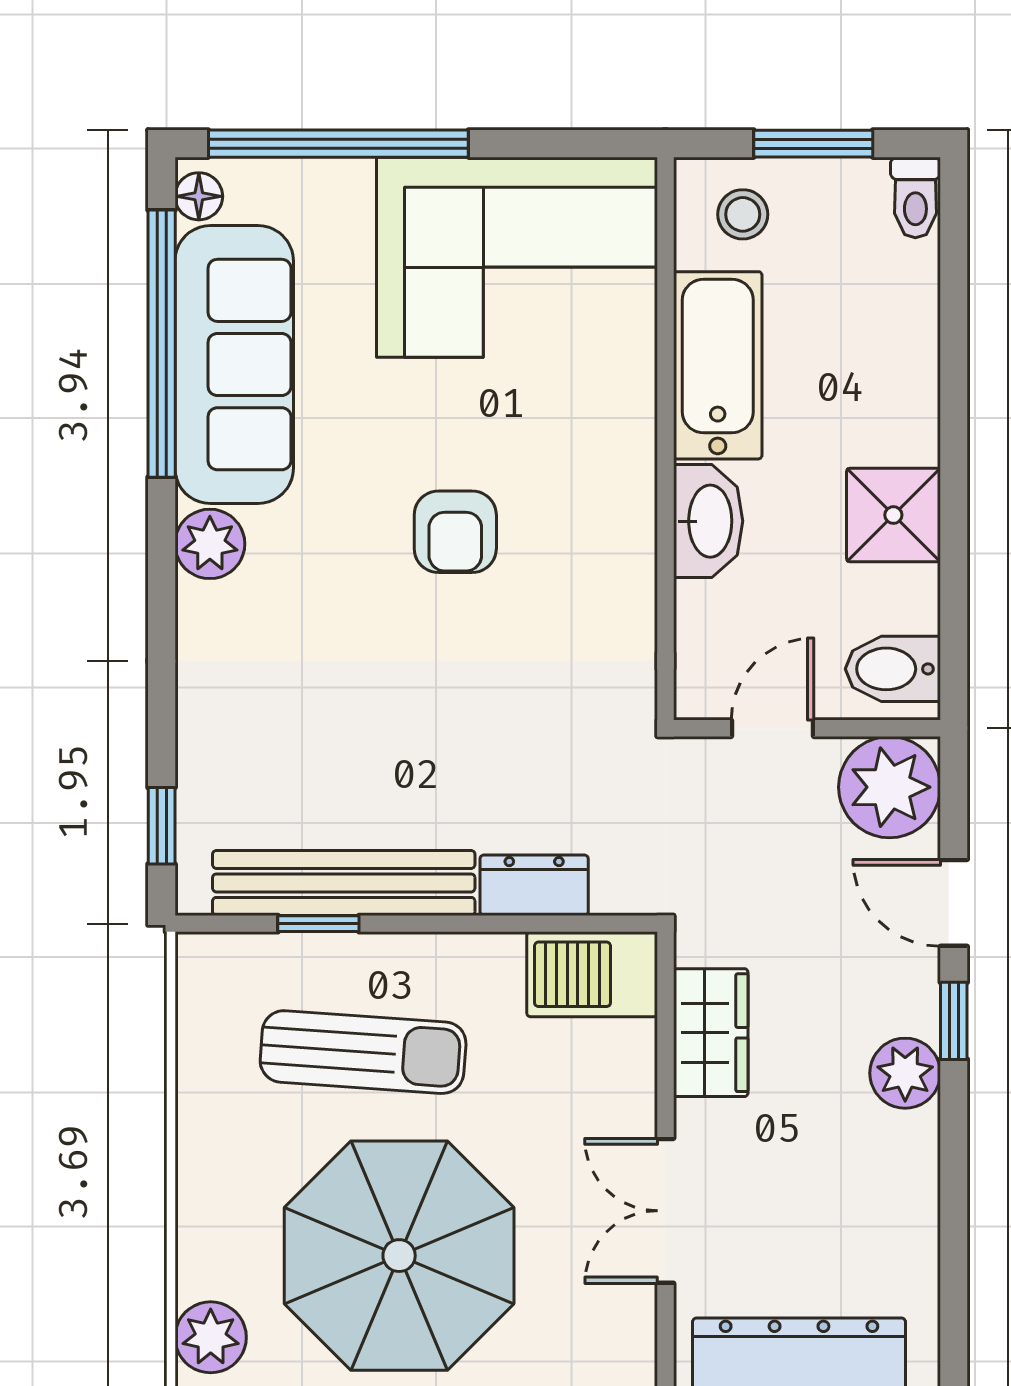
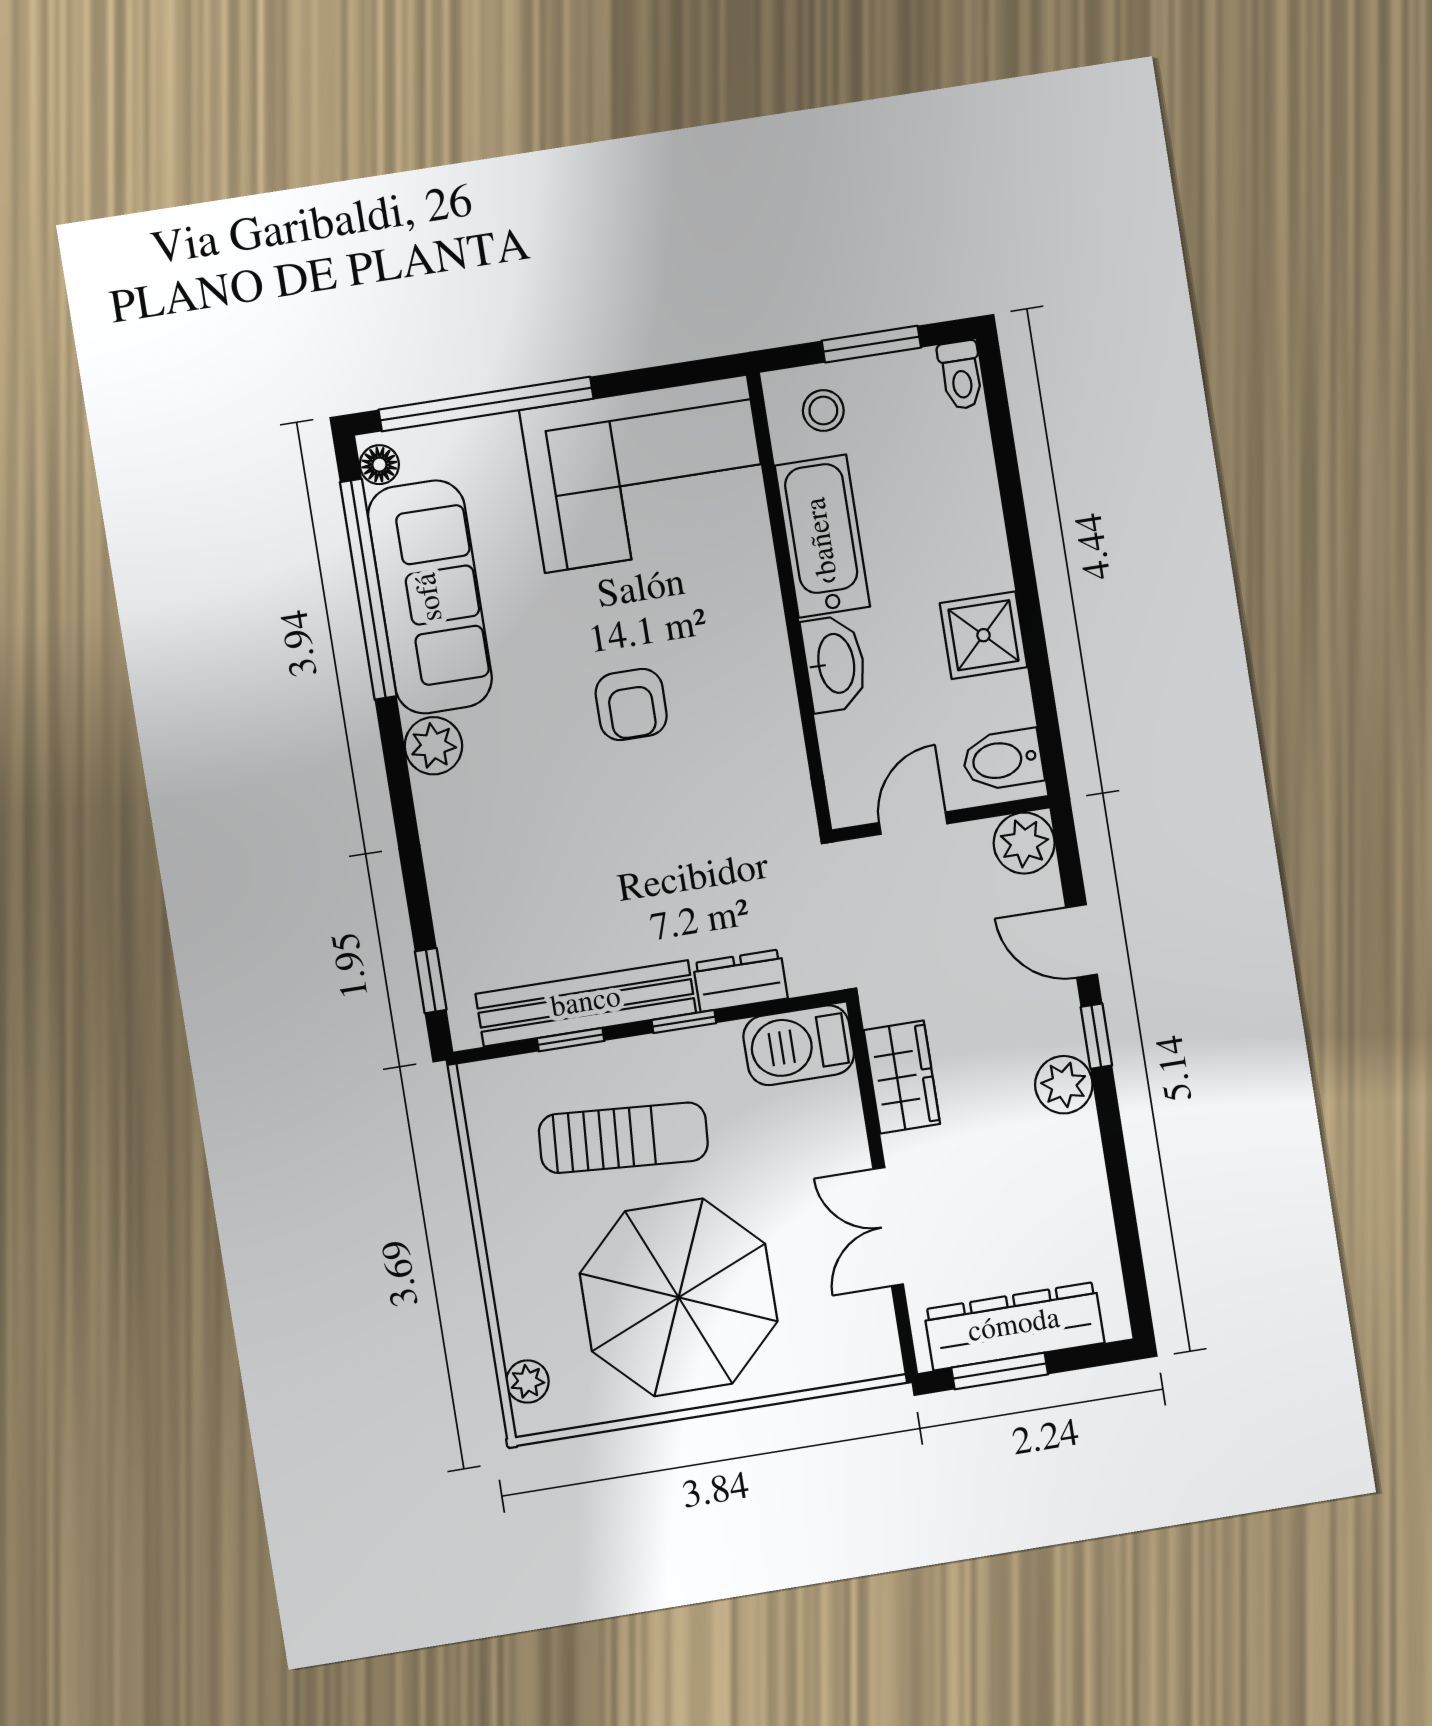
plant: (889, 787) -> (1024, 843), width x0.73, depth x0.73
window: (458, 924) -> (684, 1022), added
plant: (211, 1337) -> (527, 1381), width x0.73, depth x0.73

